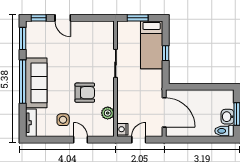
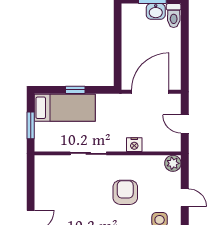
plant: (108, 113) -> (173, 163), moved
nightstand: (122, 129) -> (134, 145), moved
door: (80, 140) -> (185, 198), swing flipped

